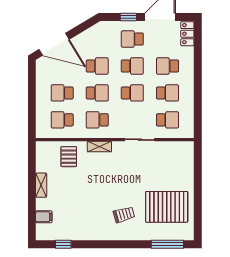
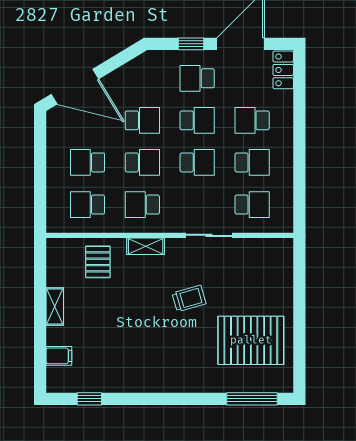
trolley: (124, 215) -> (189, 299), moved

